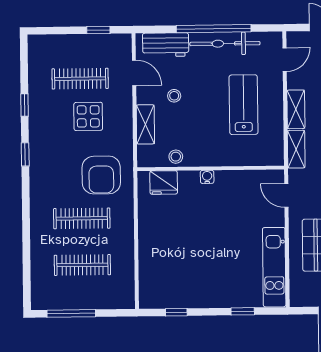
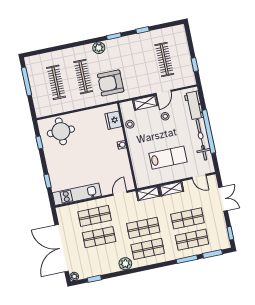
door: (134, 73) -> (164, 92), moved
display table: (88, 116) -> (143, 69), removed
plant: (39, 183) -> (99, 48), added
round table: (165, 273) -> (61, 131), added

